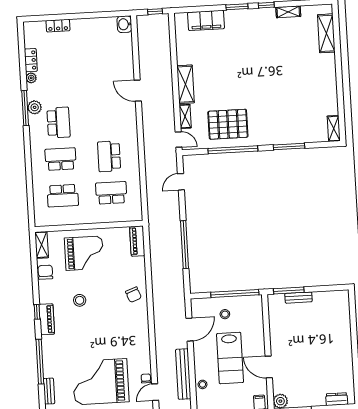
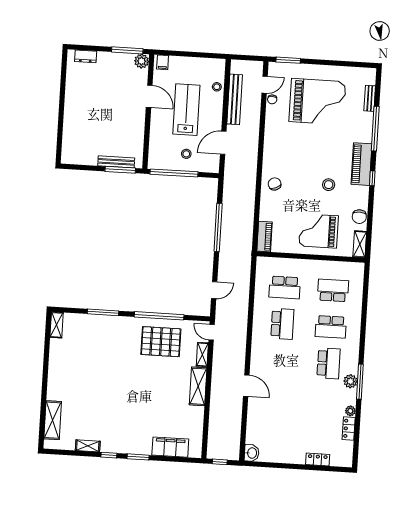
school desk: (59, 123) -> (329, 363), turned 180
bench: (298, 298) -> (116, 162), width x1.36
piano: (47, 319) -> (362, 164), width x1.37, depth x1.33

